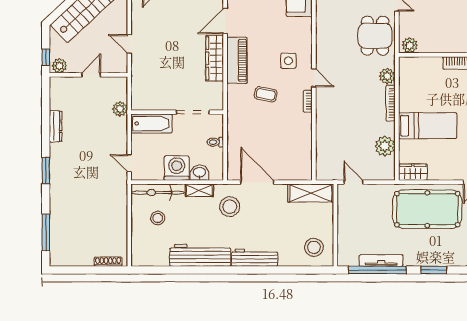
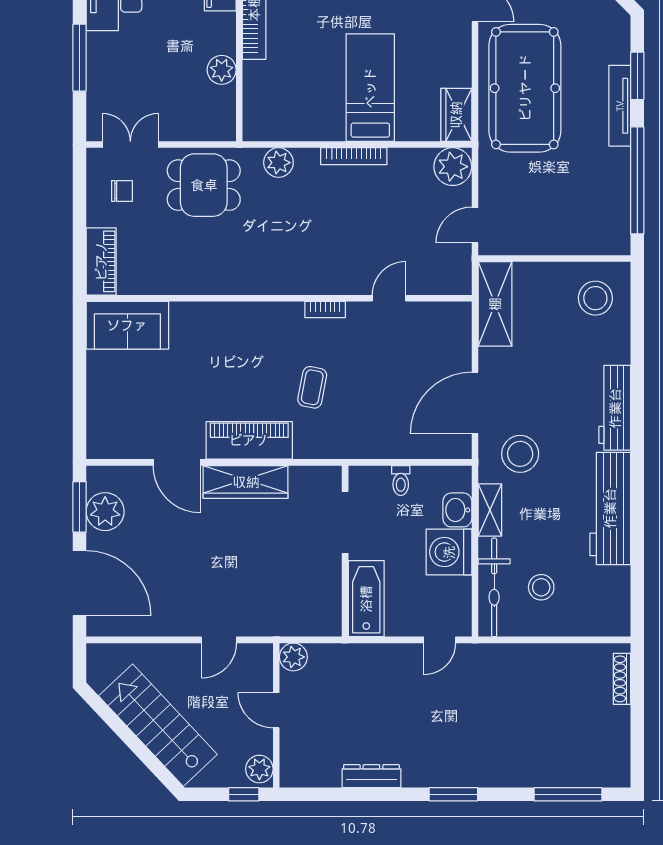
plant: (410, 45) -> (222, 70), moved
side table: (288, 61) -> (250, 345), removed
door: (314, 78) -> (389, 298), moved
bookcase: (391, 103) -> (354, 156), moved
plant: (120, 109) -> (293, 657), moved
plant: (385, 146) -> (453, 167), moved
tv unit: (381, 260) -> (620, 106), moved

